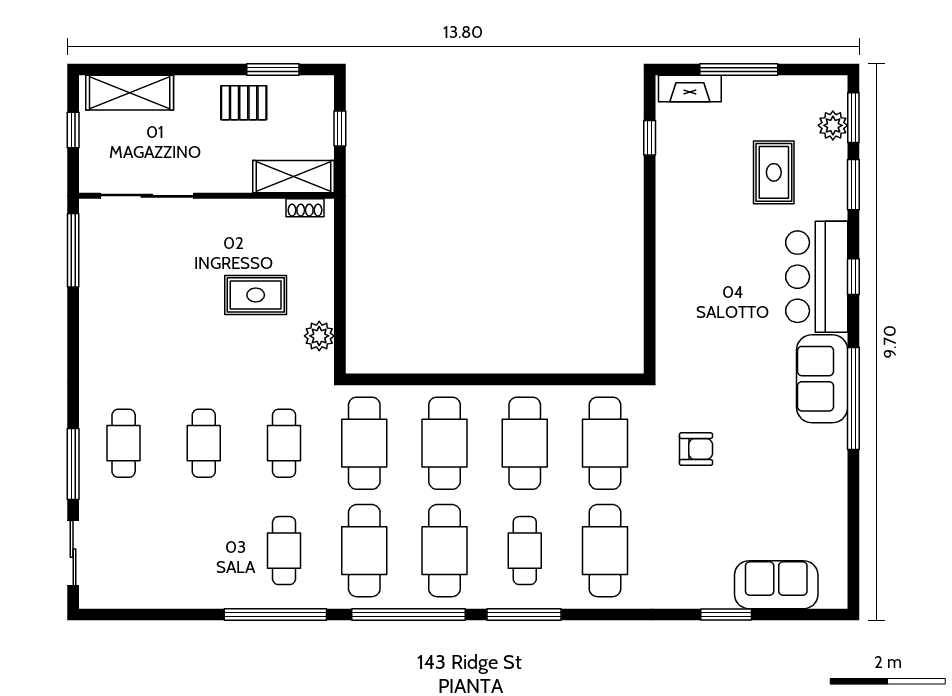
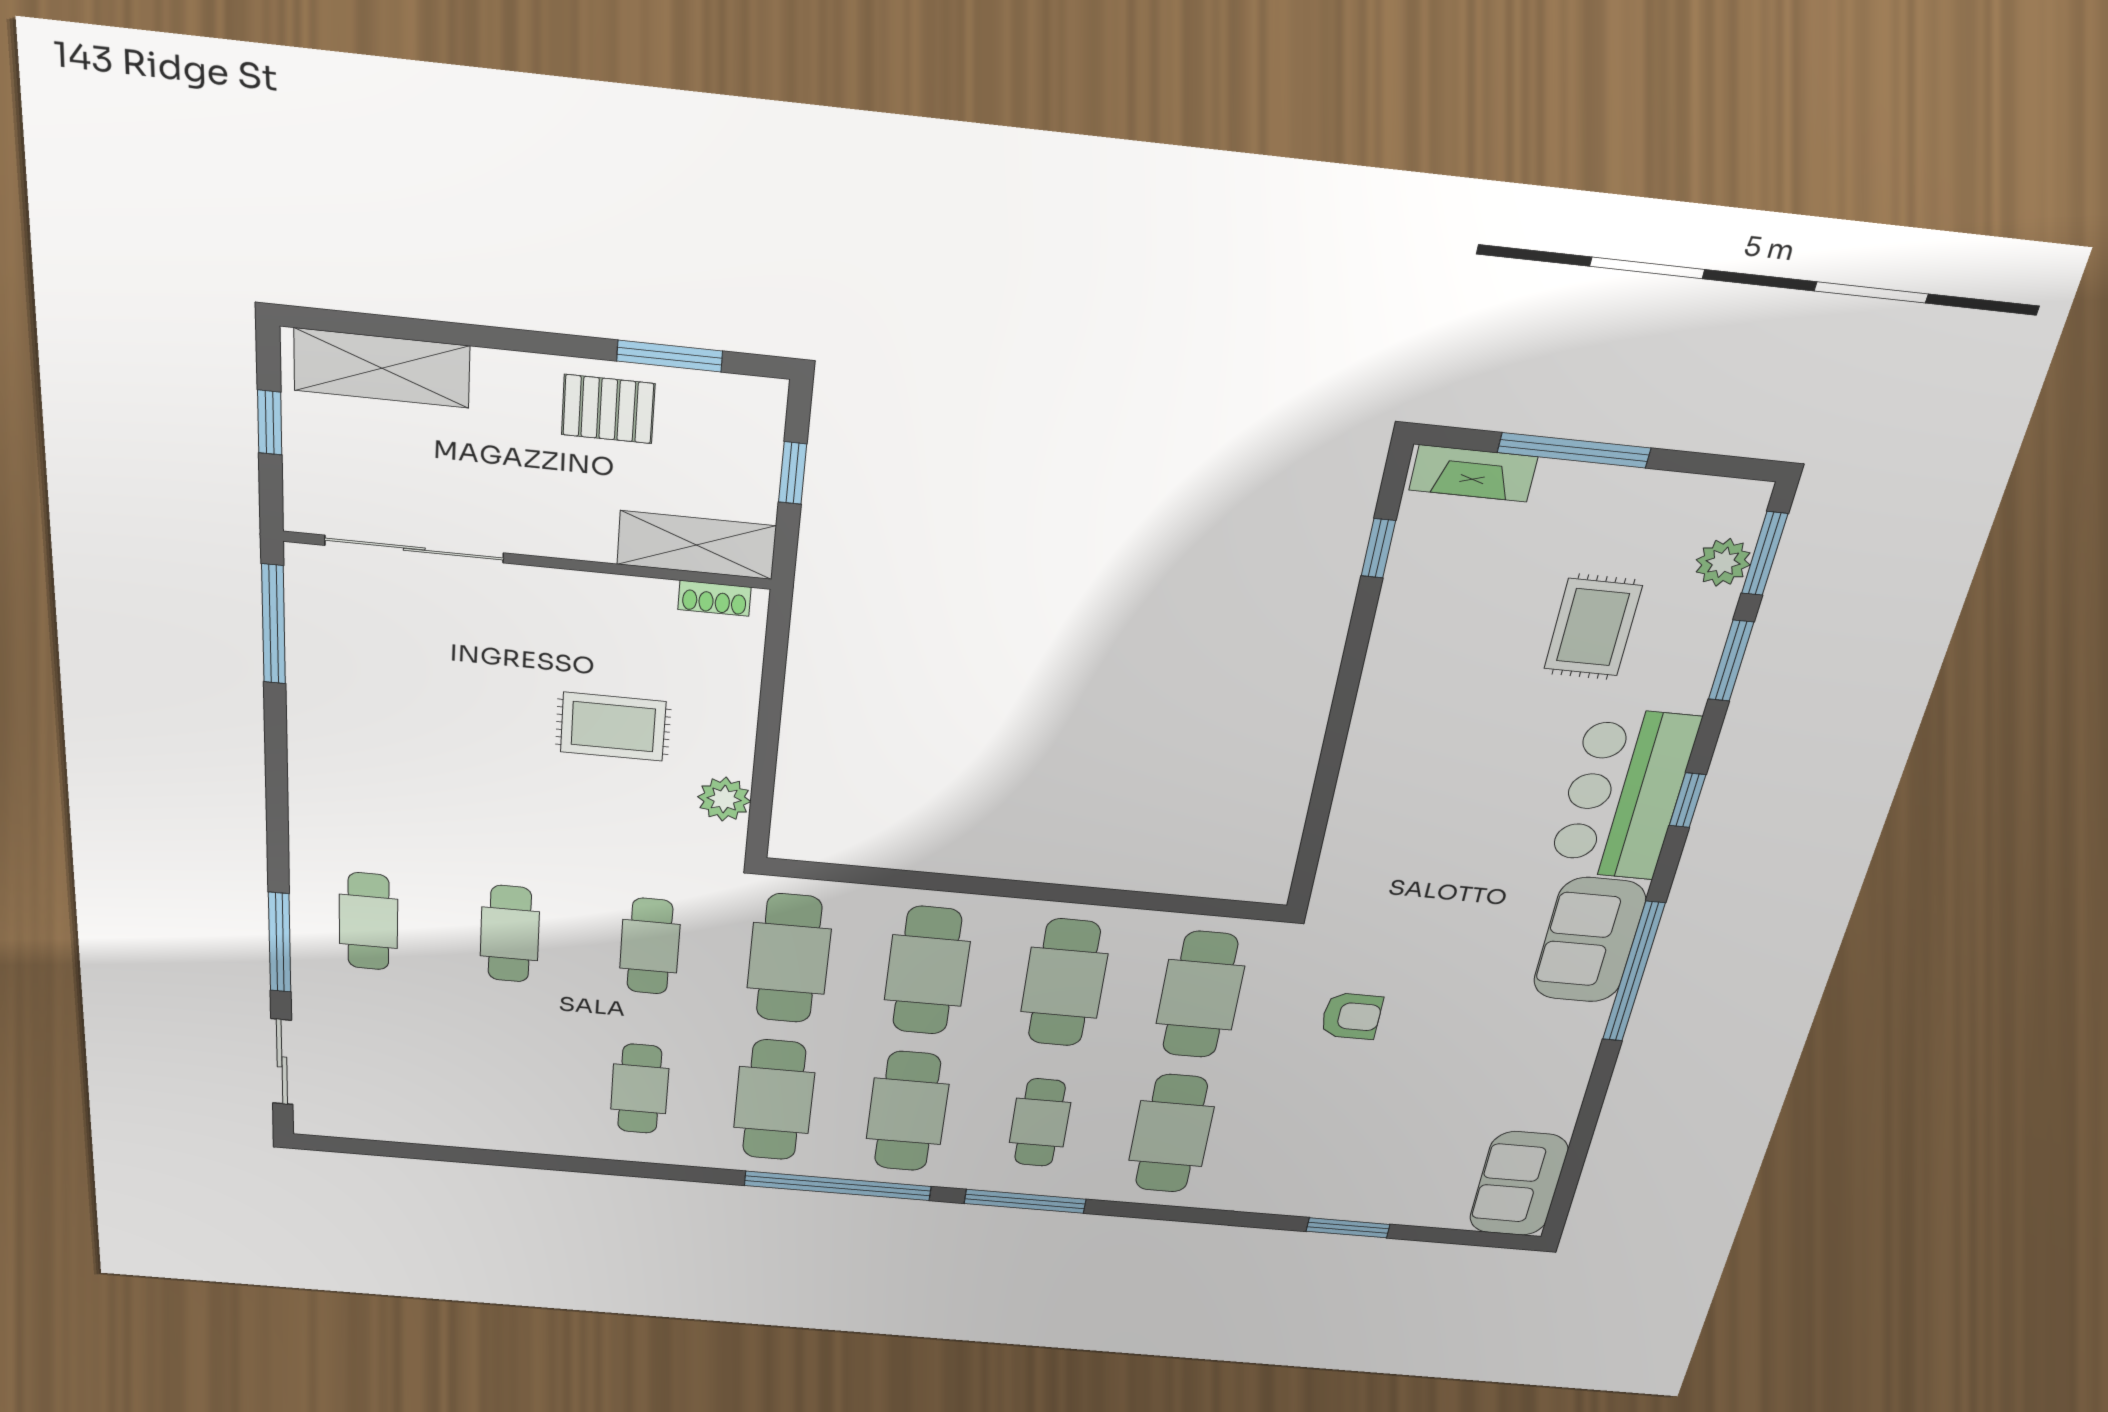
sofa: (776, 585) -> (1519, 1184), moved, turned -90
window: (275, 615) -> (620, 1168), removed

